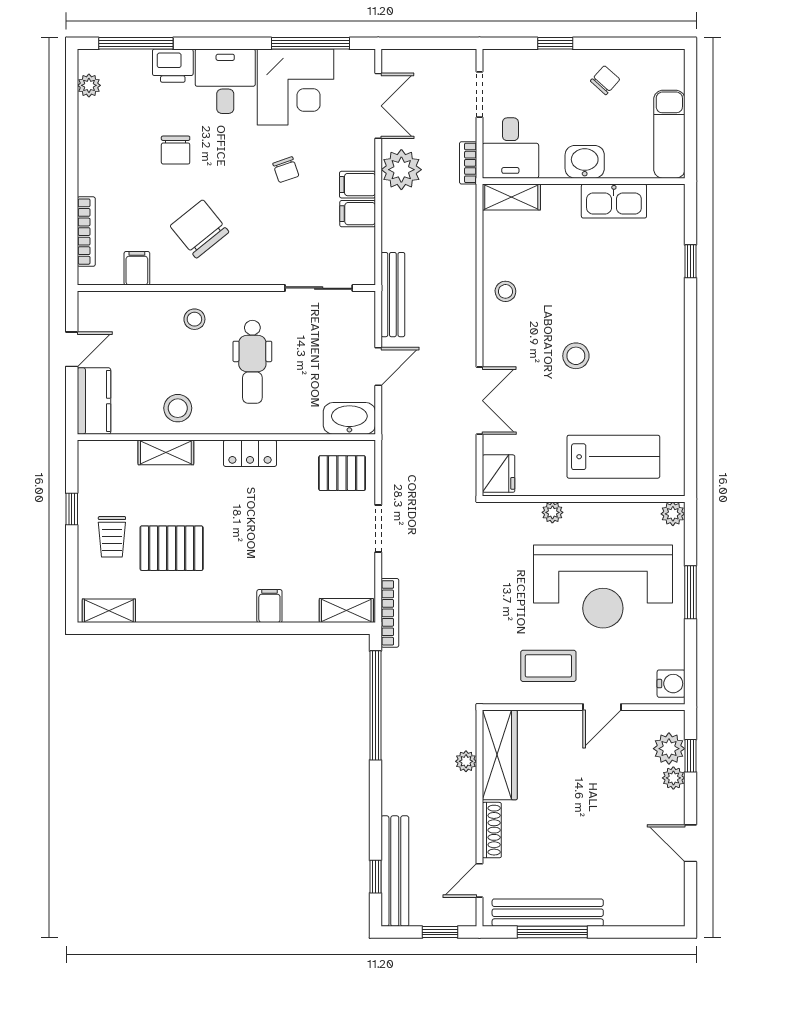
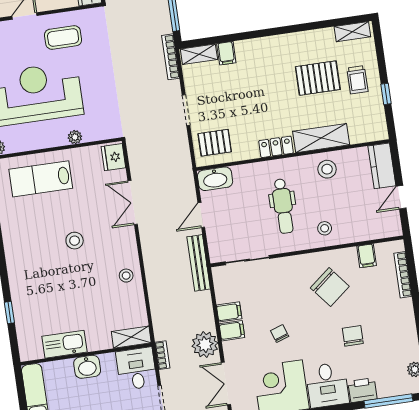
dental chair: (252, 362) -> (283, 206), turned 180
shelving: (166, 452) -> (321, 138), width x1.50, depth x1.33
trolley: (112, 537) -> (357, 80), turned 180
filing cabinet: (269, 606) -> (226, 53), moved

